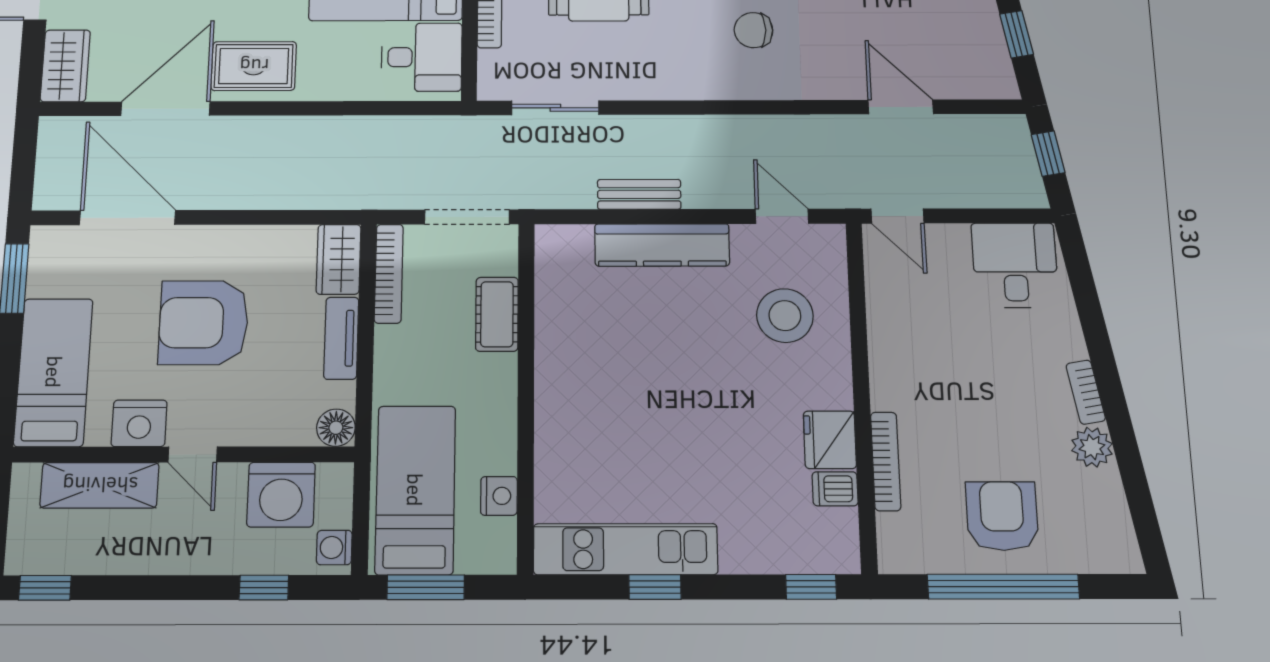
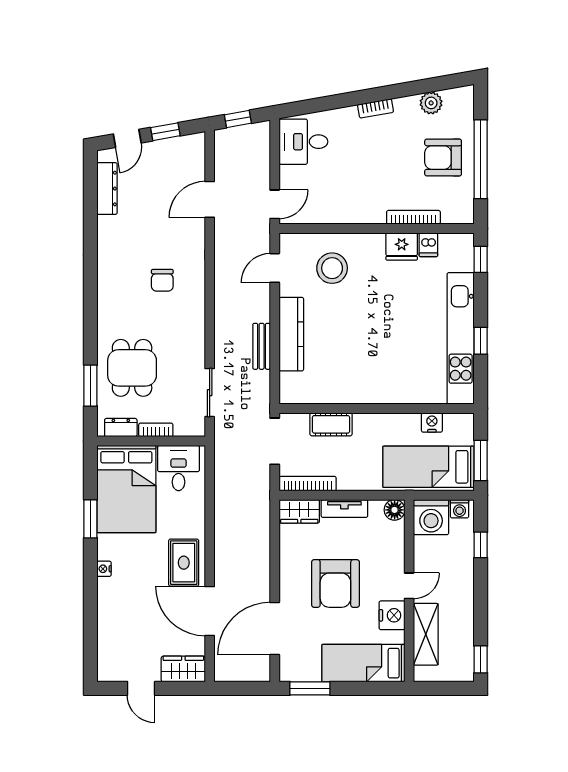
plant: (1092, 447) -> (431, 103), moved
washing machine: (281, 495) -> (431, 517), moved, turned 90
kitchen unit: (625, 549) -> (461, 338), width x1.36

